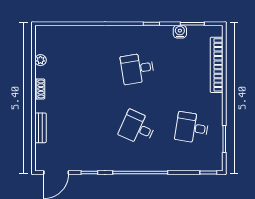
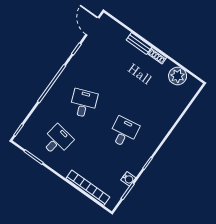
plant: (40, 60) -> (178, 76), width x1.88, depth x1.88
bench: (41, 128) -> (139, 43), moved
desk: (137, 128) -> (83, 103), turned -45

